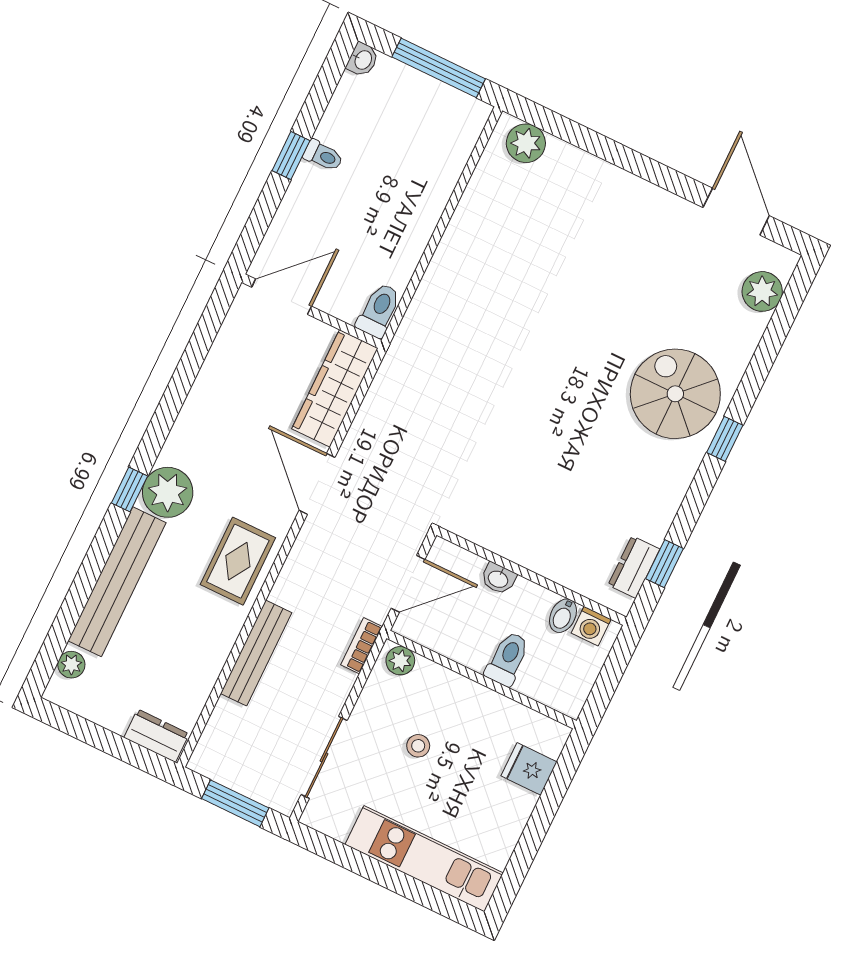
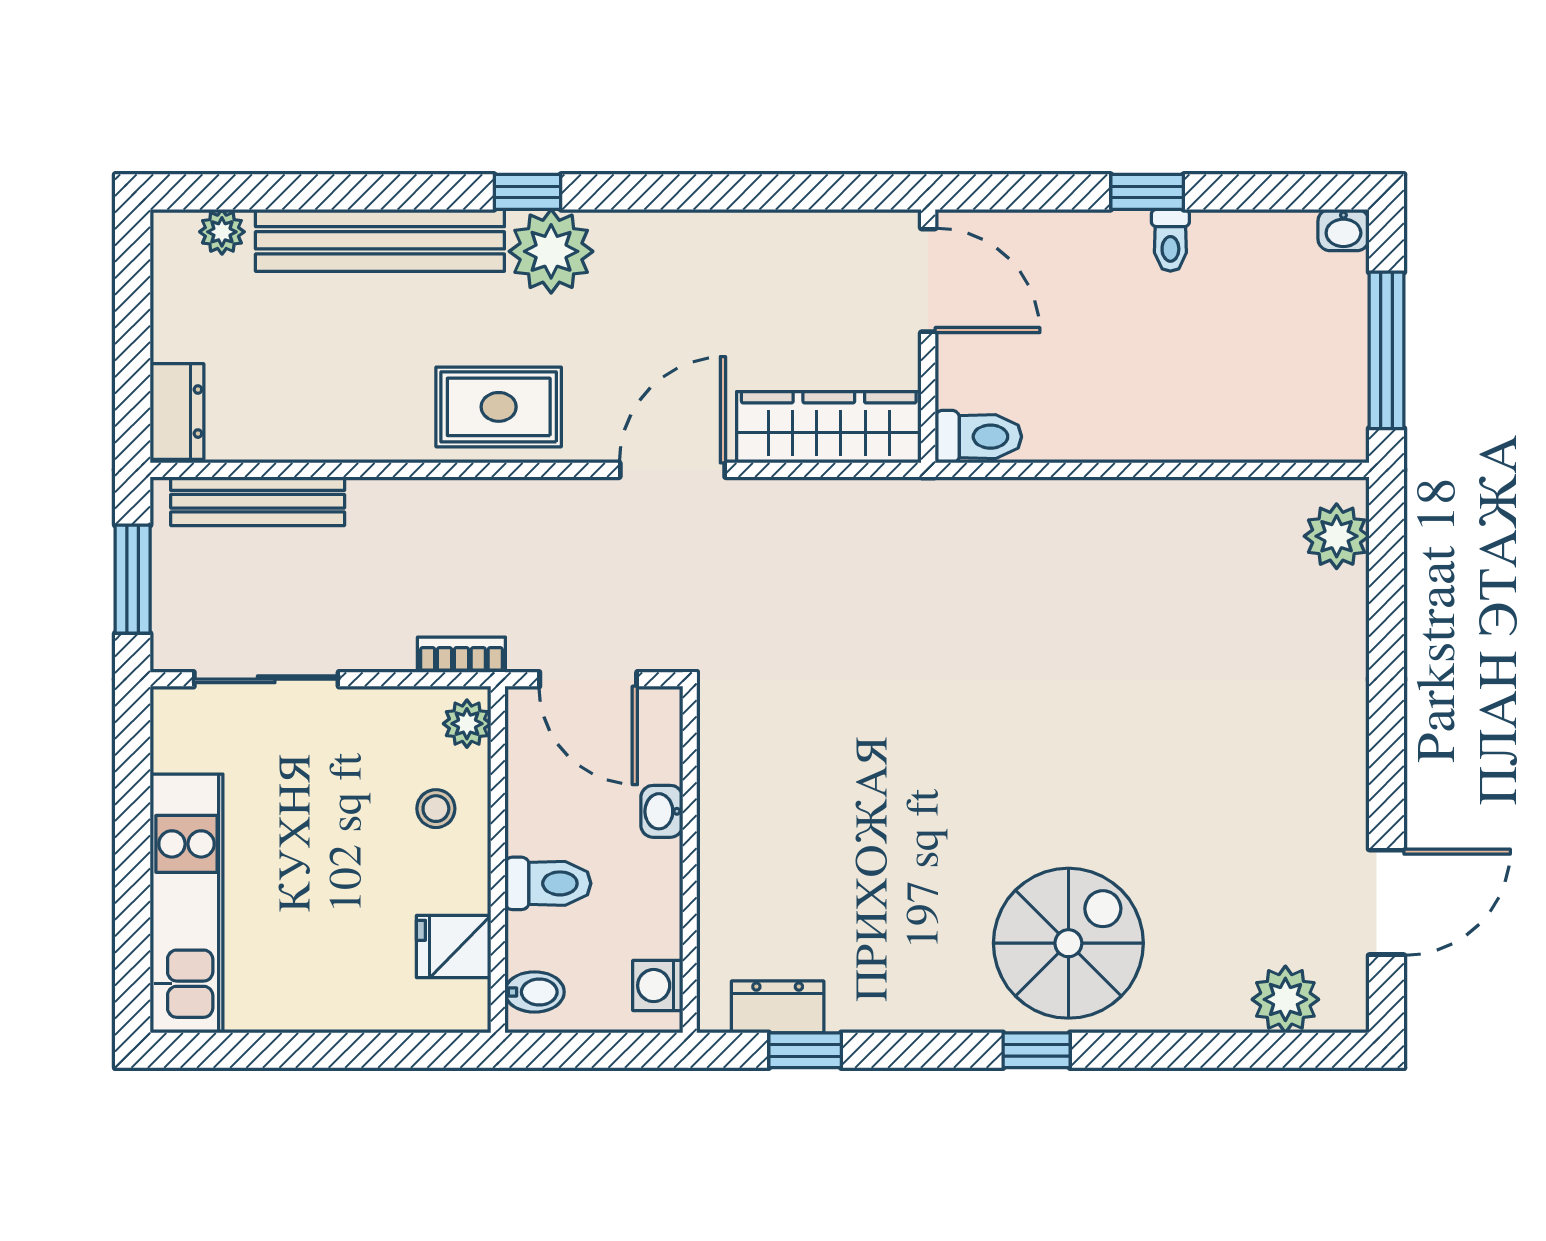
bidet: (563, 616) -> (535, 992), moved, turned 180
bench: (256, 653) -> (258, 501), moved
stool: (418, 746) -> (436, 809), moved
fridge: (529, 769) -> (454, 947), moved, turned -90

